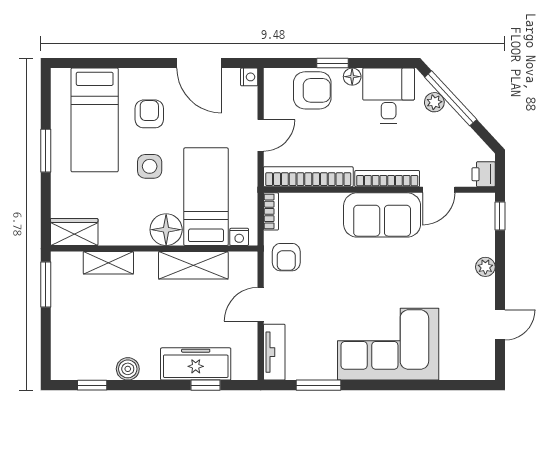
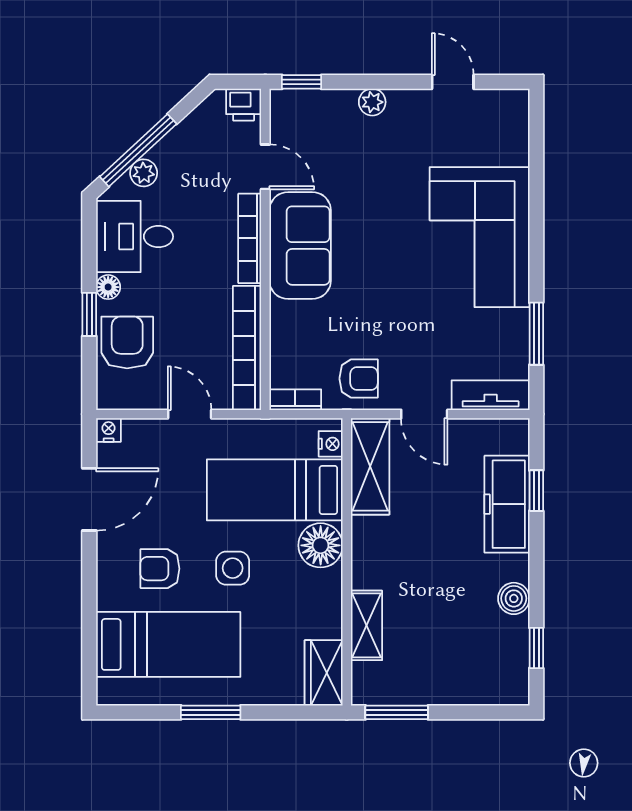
shelving: (193, 265) -> (370, 466), moved

